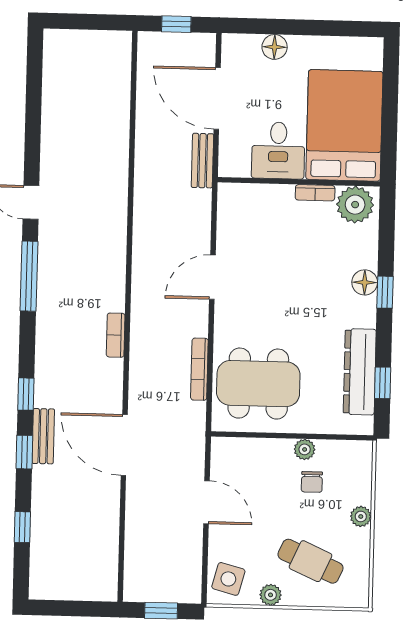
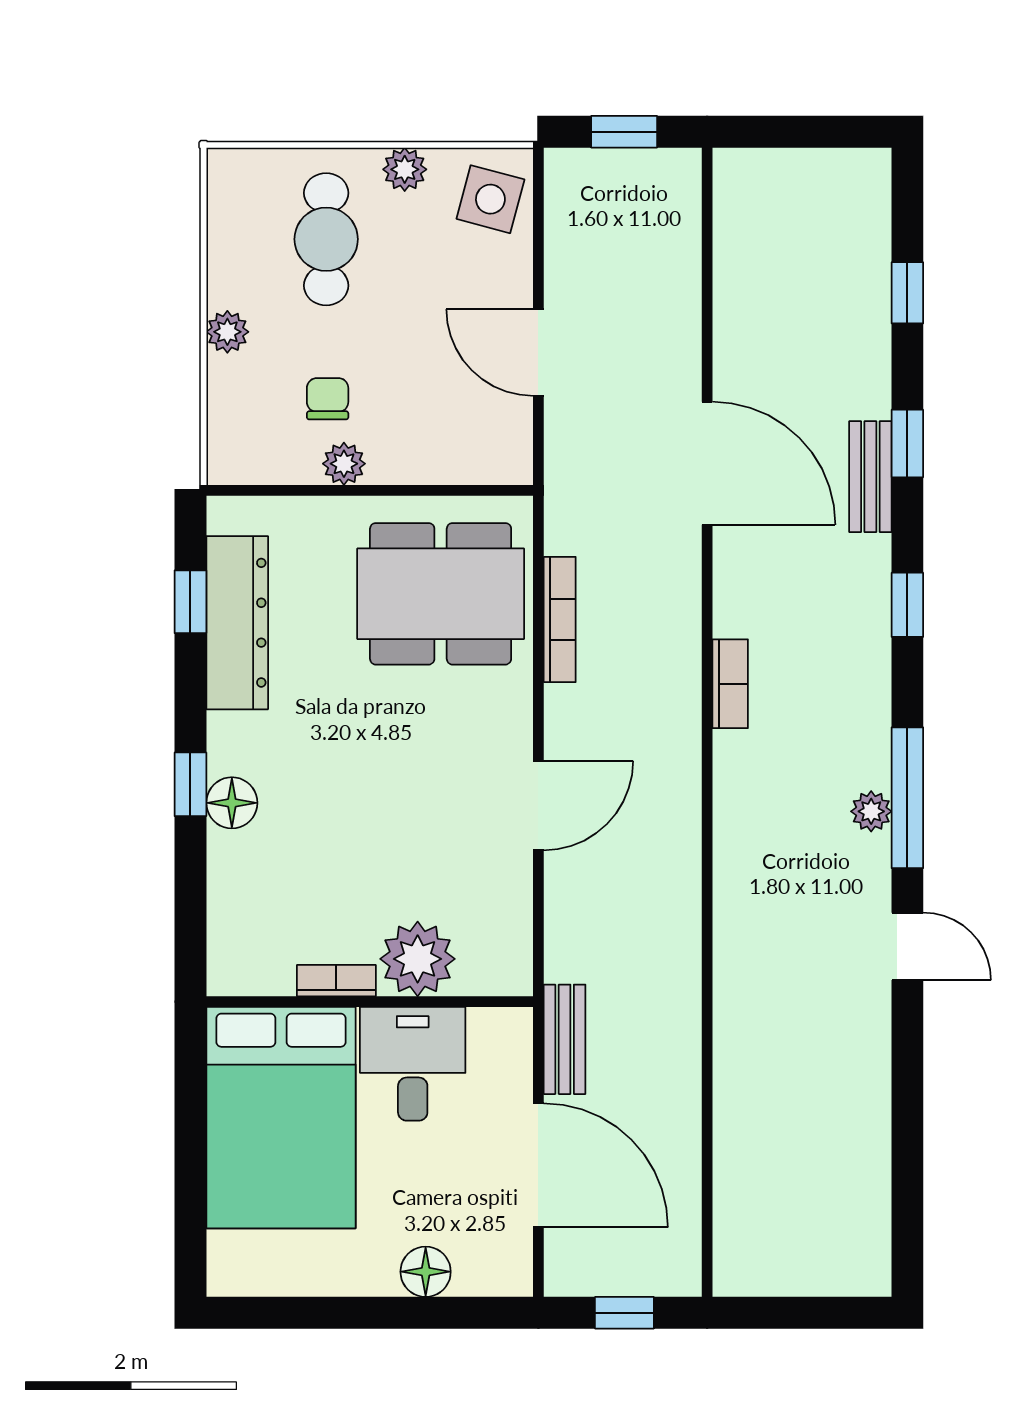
plant: (355, 205) -> (418, 959), moved
plant: (47, 270) -> (871, 811), added
window: (26, 394) -> (907, 605), moved
cafe table: (311, 561) -> (326, 239), turned 66

